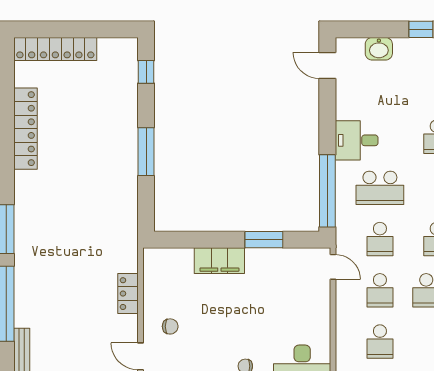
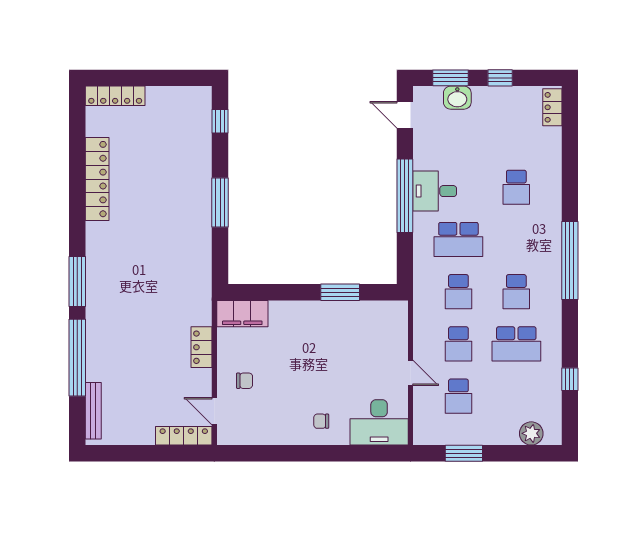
window: (372, 29) -> (450, 78), added
locker: (55, 49) -> (115, 96), width x0.71, depth x0.83
window: (327, 191) -> (405, 196), moved
filing cabinet: (219, 261) -> (242, 314), moved
door: (333, 267) -> (411, 373), moved

